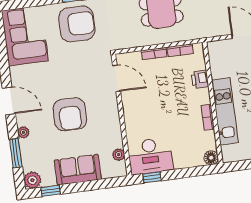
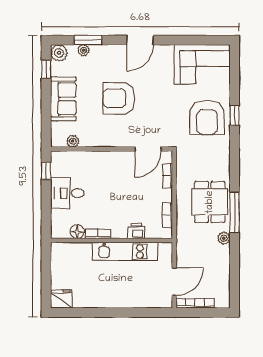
bookcase: (154, 54) -> (168, 176), moved
kitchen unit: (225, 111) -> (125, 251), moved
plant: (23, 132) -> (84, 50), moved
desk: (150, 156) -> (67, 193), moved, width x0.73
floor lamp: (211, 158) -> (77, 232), moved

